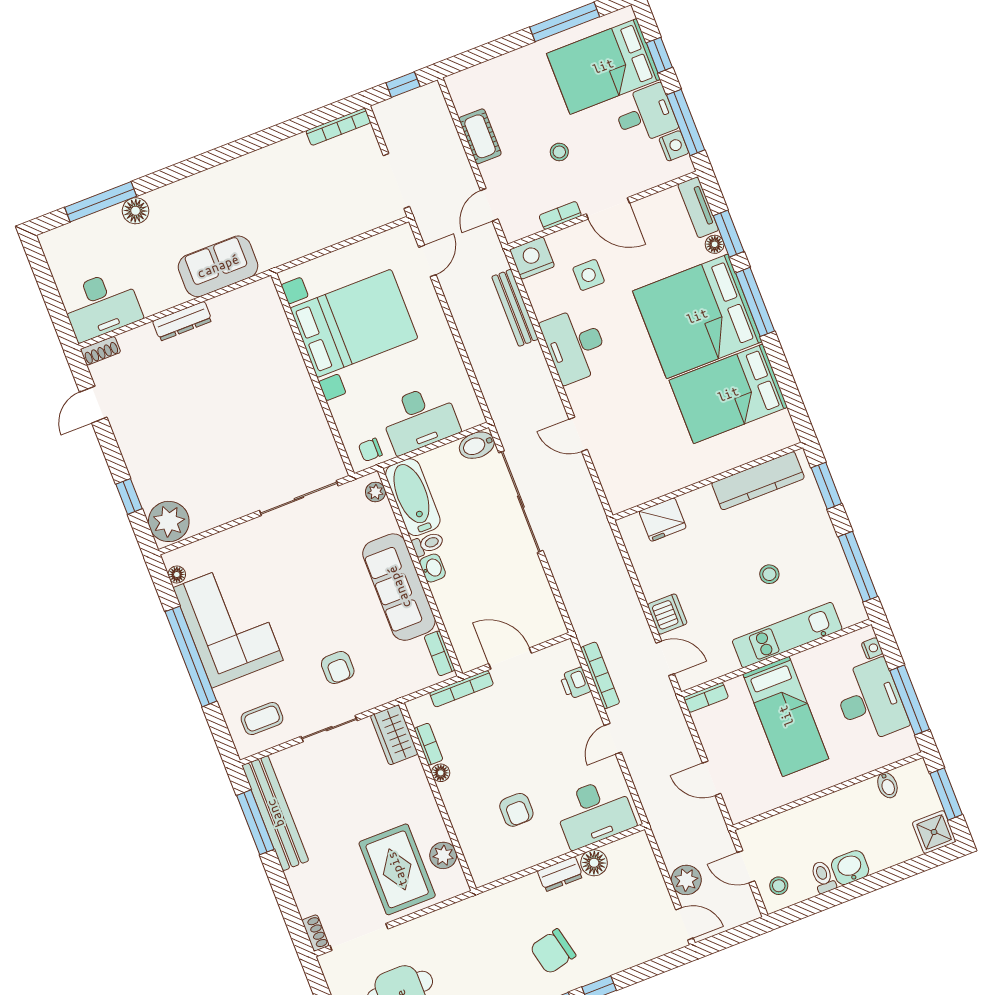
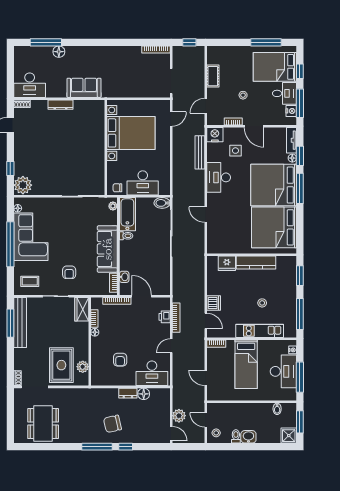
bed: (728, 394) -> (274, 227), width x1.36
kitchen counter: (758, 481) -> (256, 263), moved
washbasin: (433, 568) -> (124, 277), moved

